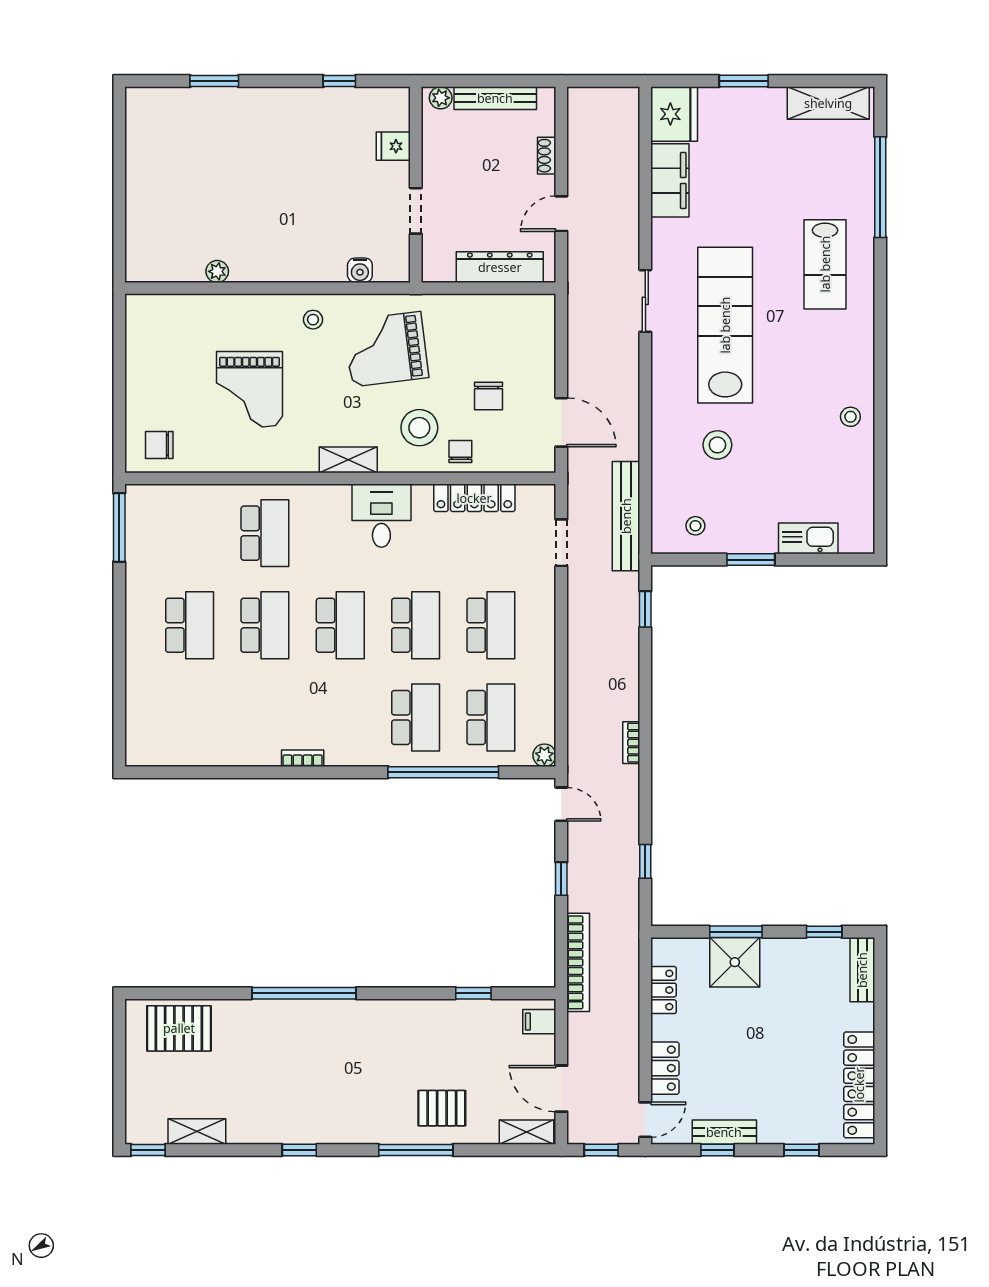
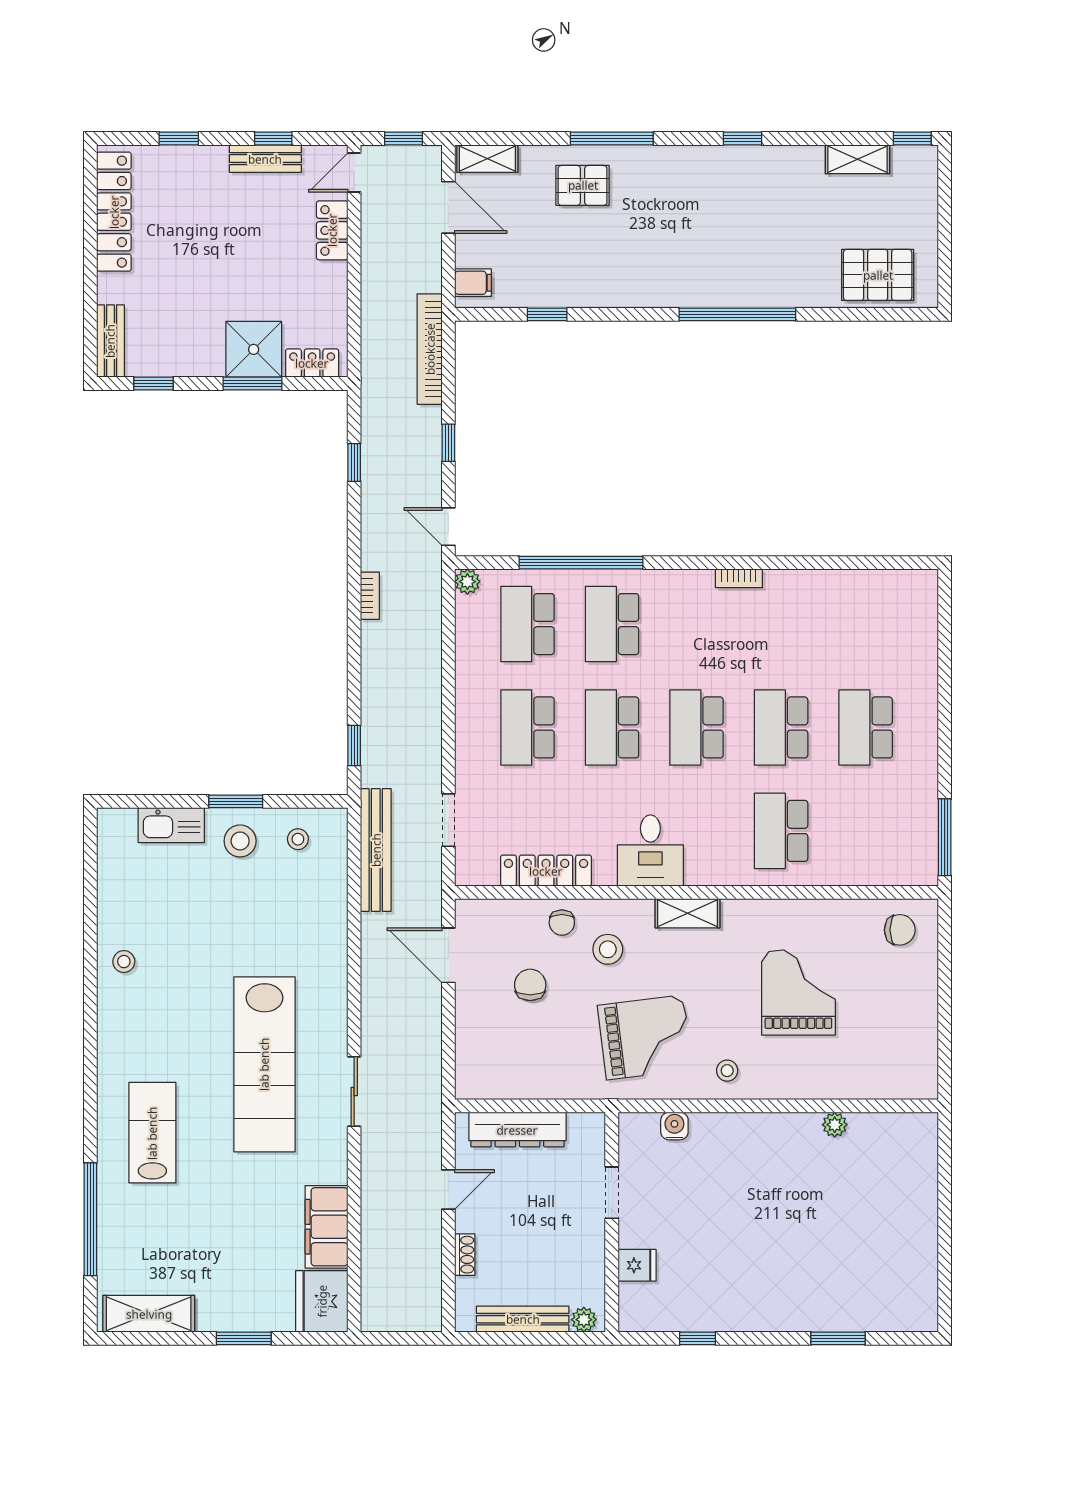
stool: (419, 428) -> (608, 949), width x0.73, depth x0.73
stool: (717, 445) -> (240, 841), moved
locker: (663, 990) -> (312, 363), moved, turned 90

